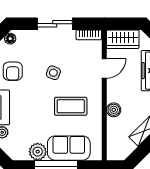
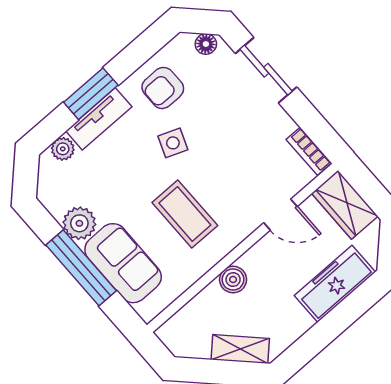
sliding door: (55, 24) -> (266, 70), moved
side table: (53, 73) -> (173, 143), moved

